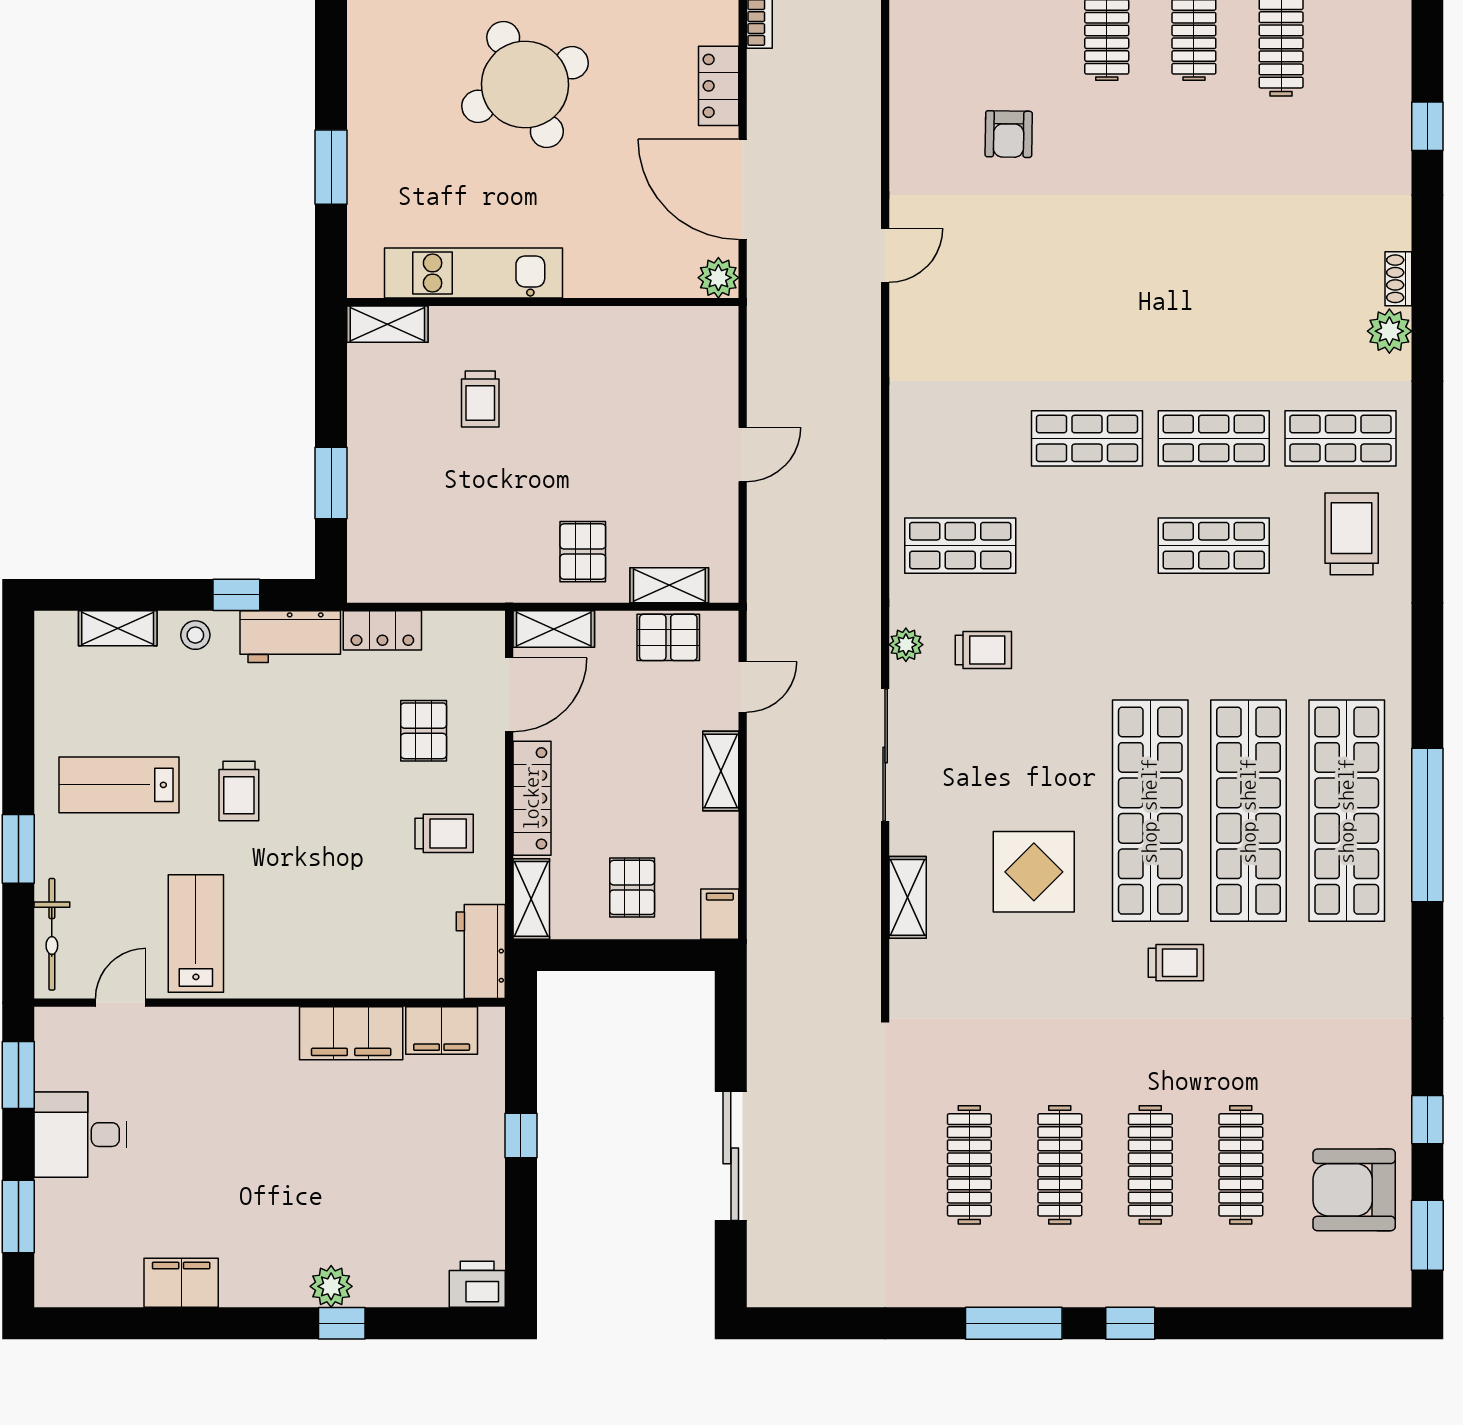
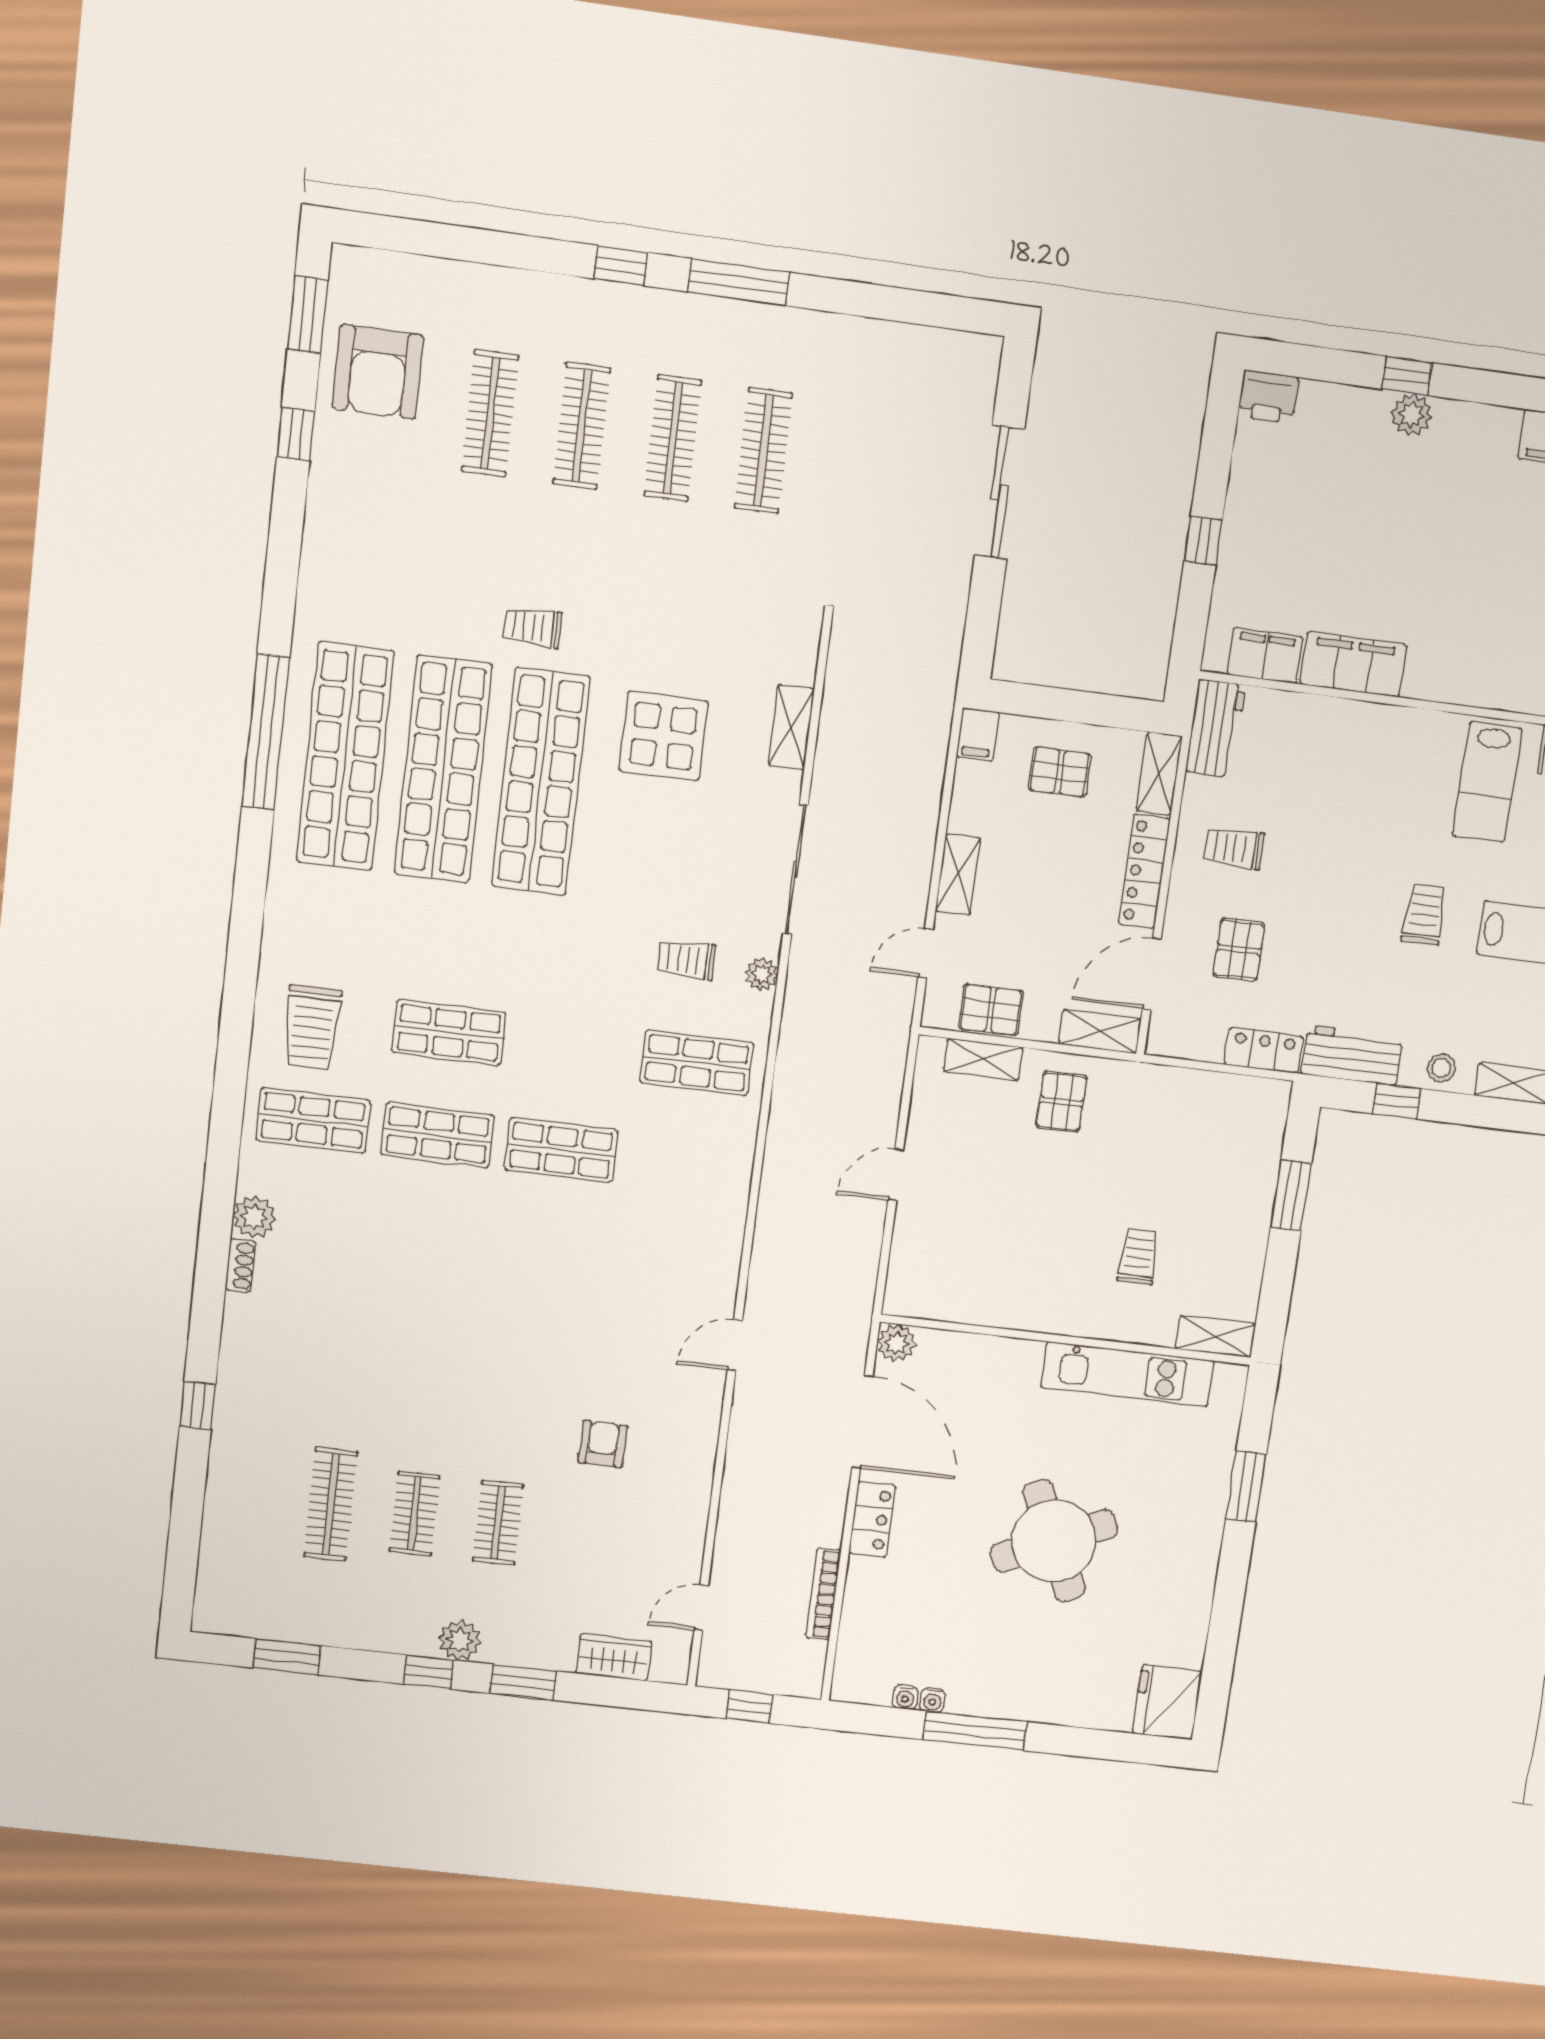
pallet: (632, 887) -> (1060, 772), turned 90
armchair: (1354, 1190) -> (378, 372), turned 90

